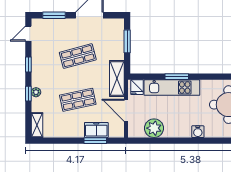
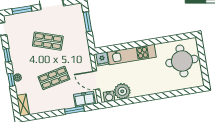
shop shelf: (78, 56) -> (48, 41), turned 33
window: (177, 77) -> (134, 45), removed
shelving: (117, 78) -> (84, 55), removed
freezer: (96, 130) -> (84, 99), moved
water cooler: (198, 132) -> (109, 97), moved

